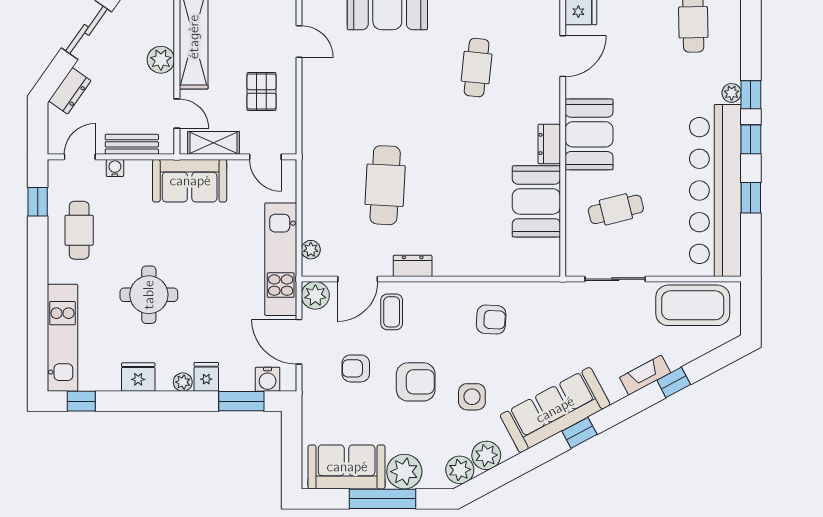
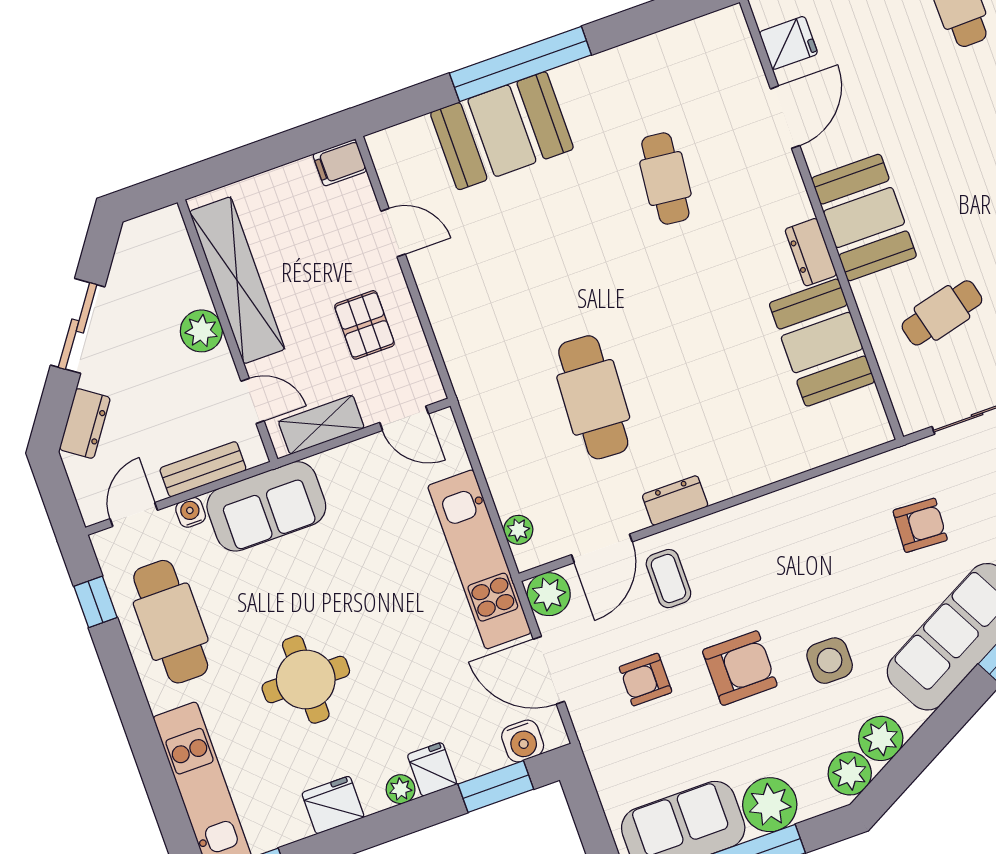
sofa: (190, 181) -> (266, 506), moved
cafe table: (79, 230) -> (171, 622), width x1.37, depth x1.35
armchair: (491, 320) -> (920, 525), moved

